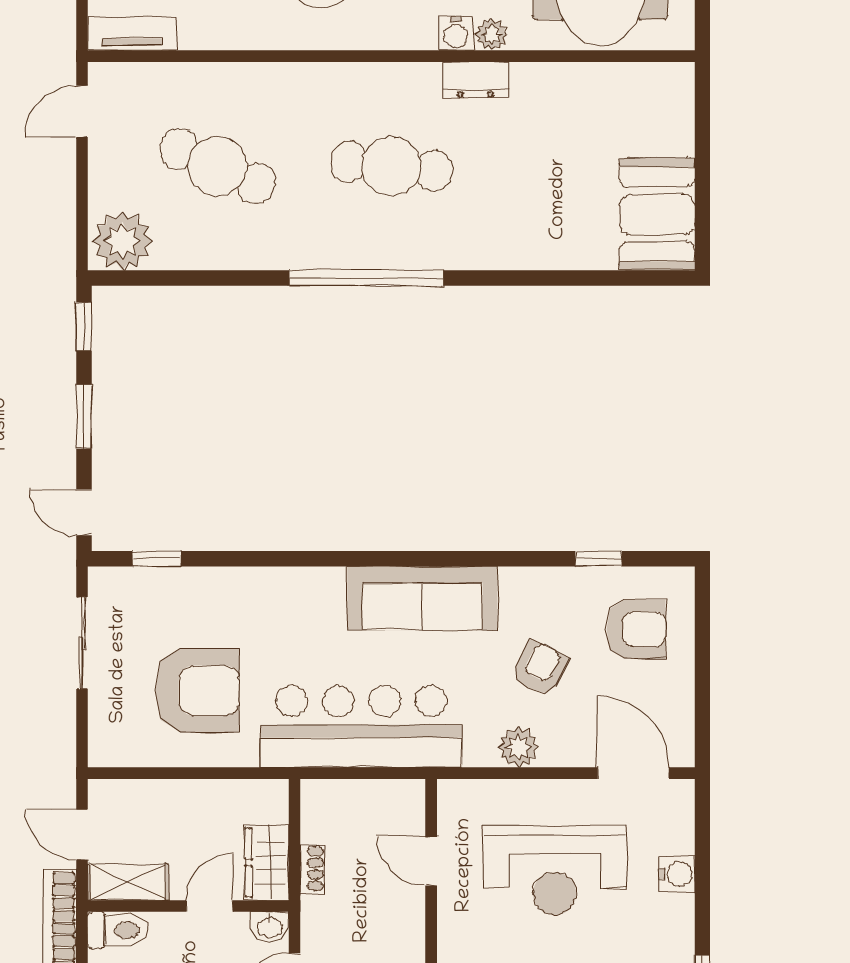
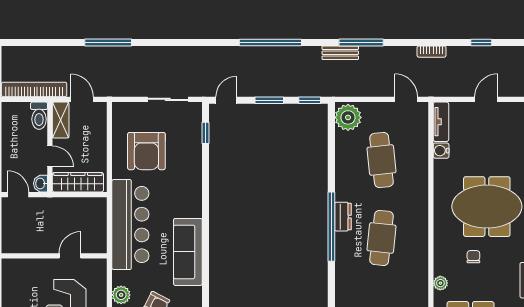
water cooler: (456, 33) -> (441, 151), moved
dresser: (475, 80) -> (343, 217), moved, turned 180
cafe table: (217, 166) -> (382, 160), turned -30
door: (82, 835) -> (82, 99), hinge flipped
wardrobe: (267, 863) -> (78, 182), width x1.50
shoe rack: (312, 869) -> (67, 203), removed

